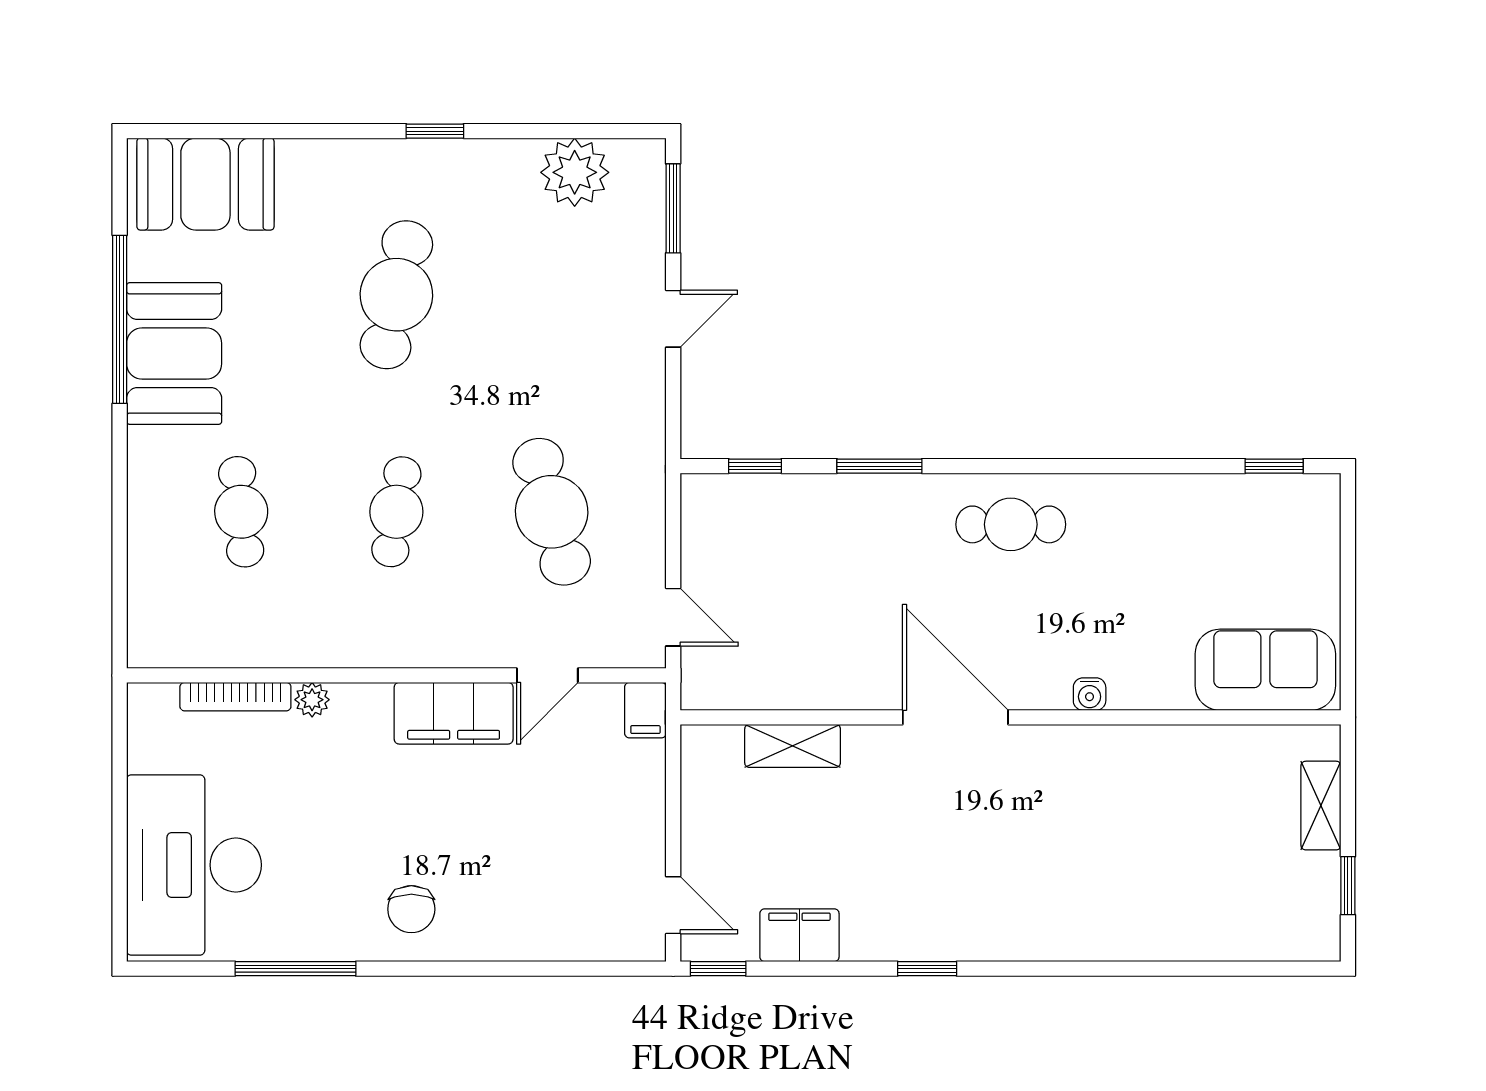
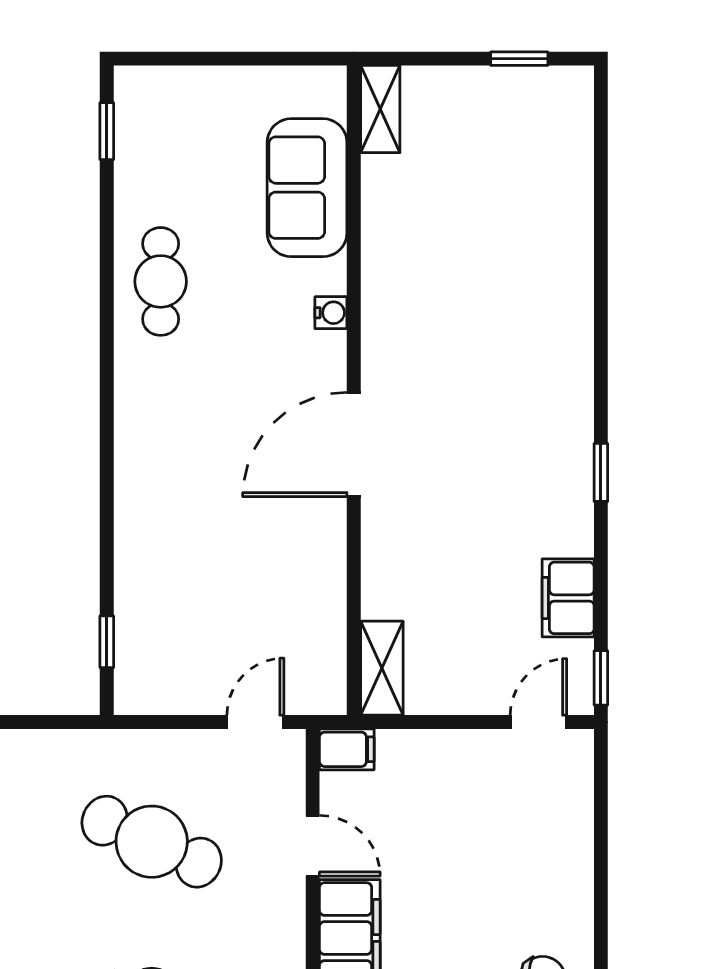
window: (879, 466) -> (107, 519), removed
cafe table: (552, 512) -> (152, 842), turned 39
cafe table: (1011, 524) -> (161, 281), moved
sofa: (1265, 670) -> (307, 188), moved
shelving: (793, 746) -> (382, 668), moved
shelving: (1321, 806) -> (380, 109), moved, turned 90

